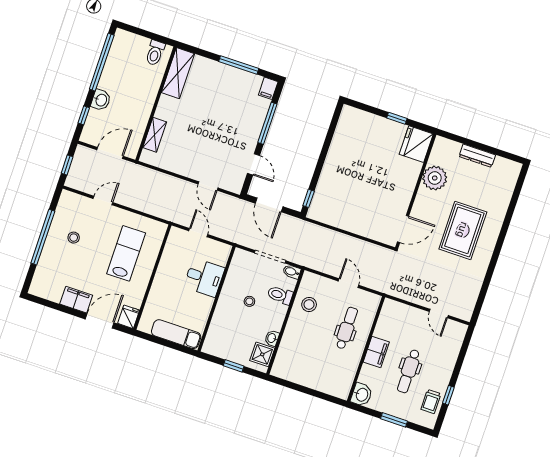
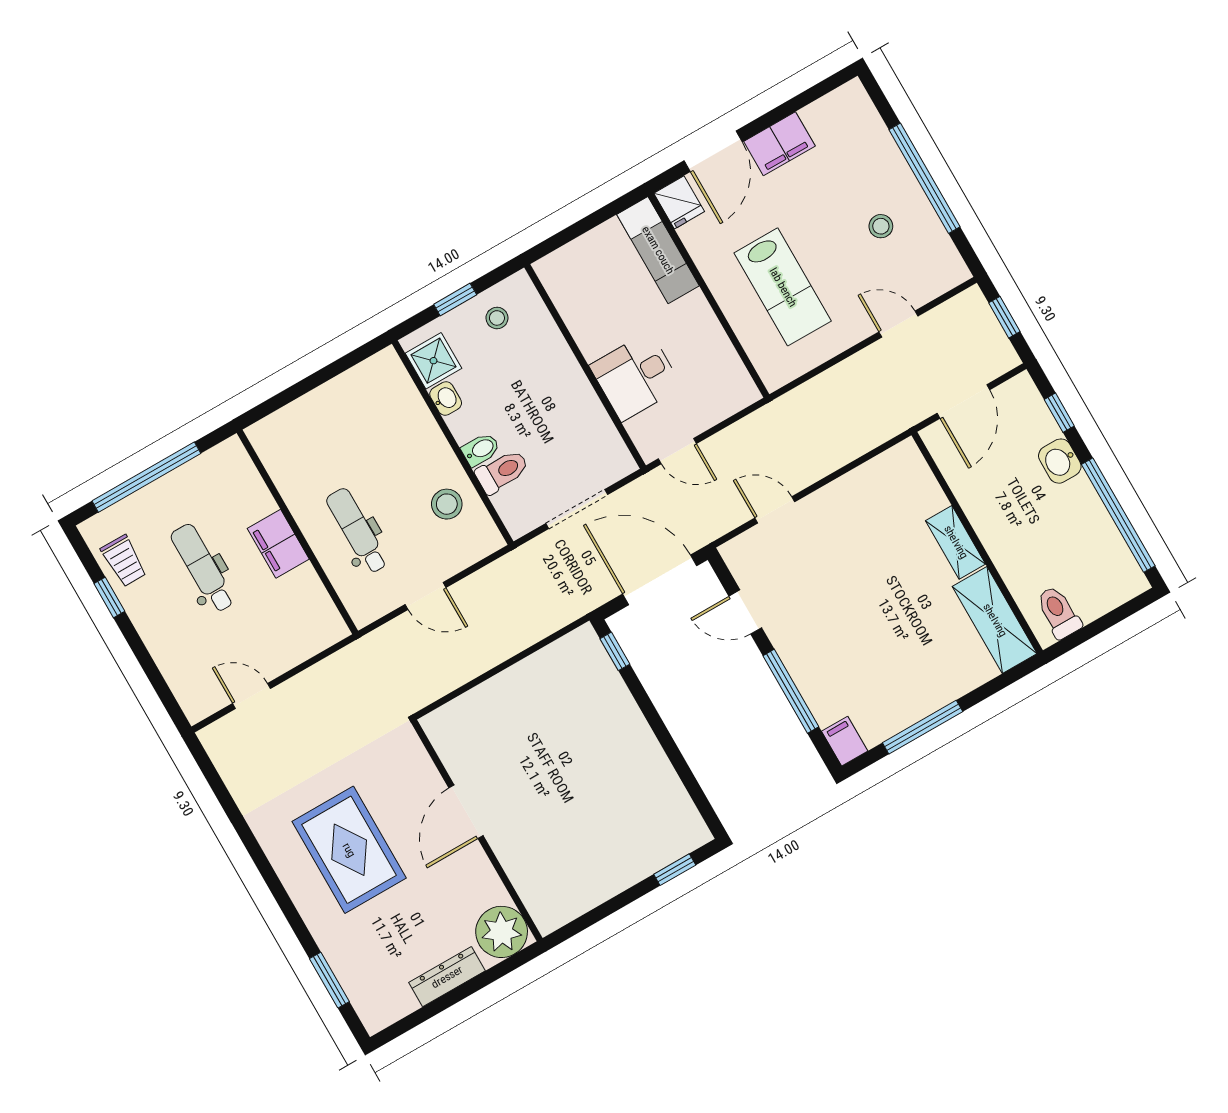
window: (397, 118) -> (675, 870), moved
shelving: (155, 135) -> (956, 542), moved
fridge: (416, 144) -> (550, 897), removed
plant: (435, 178) -> (502, 932), moved
window: (515, 196) -> (329, 980), added
door: (103, 201) -> (898, 324), swing flipped
door: (269, 205) -> (660, 580), width x1.36
door: (403, 229) -> (466, 812), moved
door: (198, 233) -> (677, 451), moved
bidet: (292, 272) -> (481, 449), moved
stool: (249, 301) -> (497, 318), moved
dental chair: (347, 328) -> (357, 531), turned 180
exam couch: (176, 334) -> (658, 250), moved, turned 90
washbasin: (362, 395) -> (232, 461), removed
trolley: (431, 401) -> (124, 561), turned 180
window: (394, 420) -> (146, 477), width x2.11

